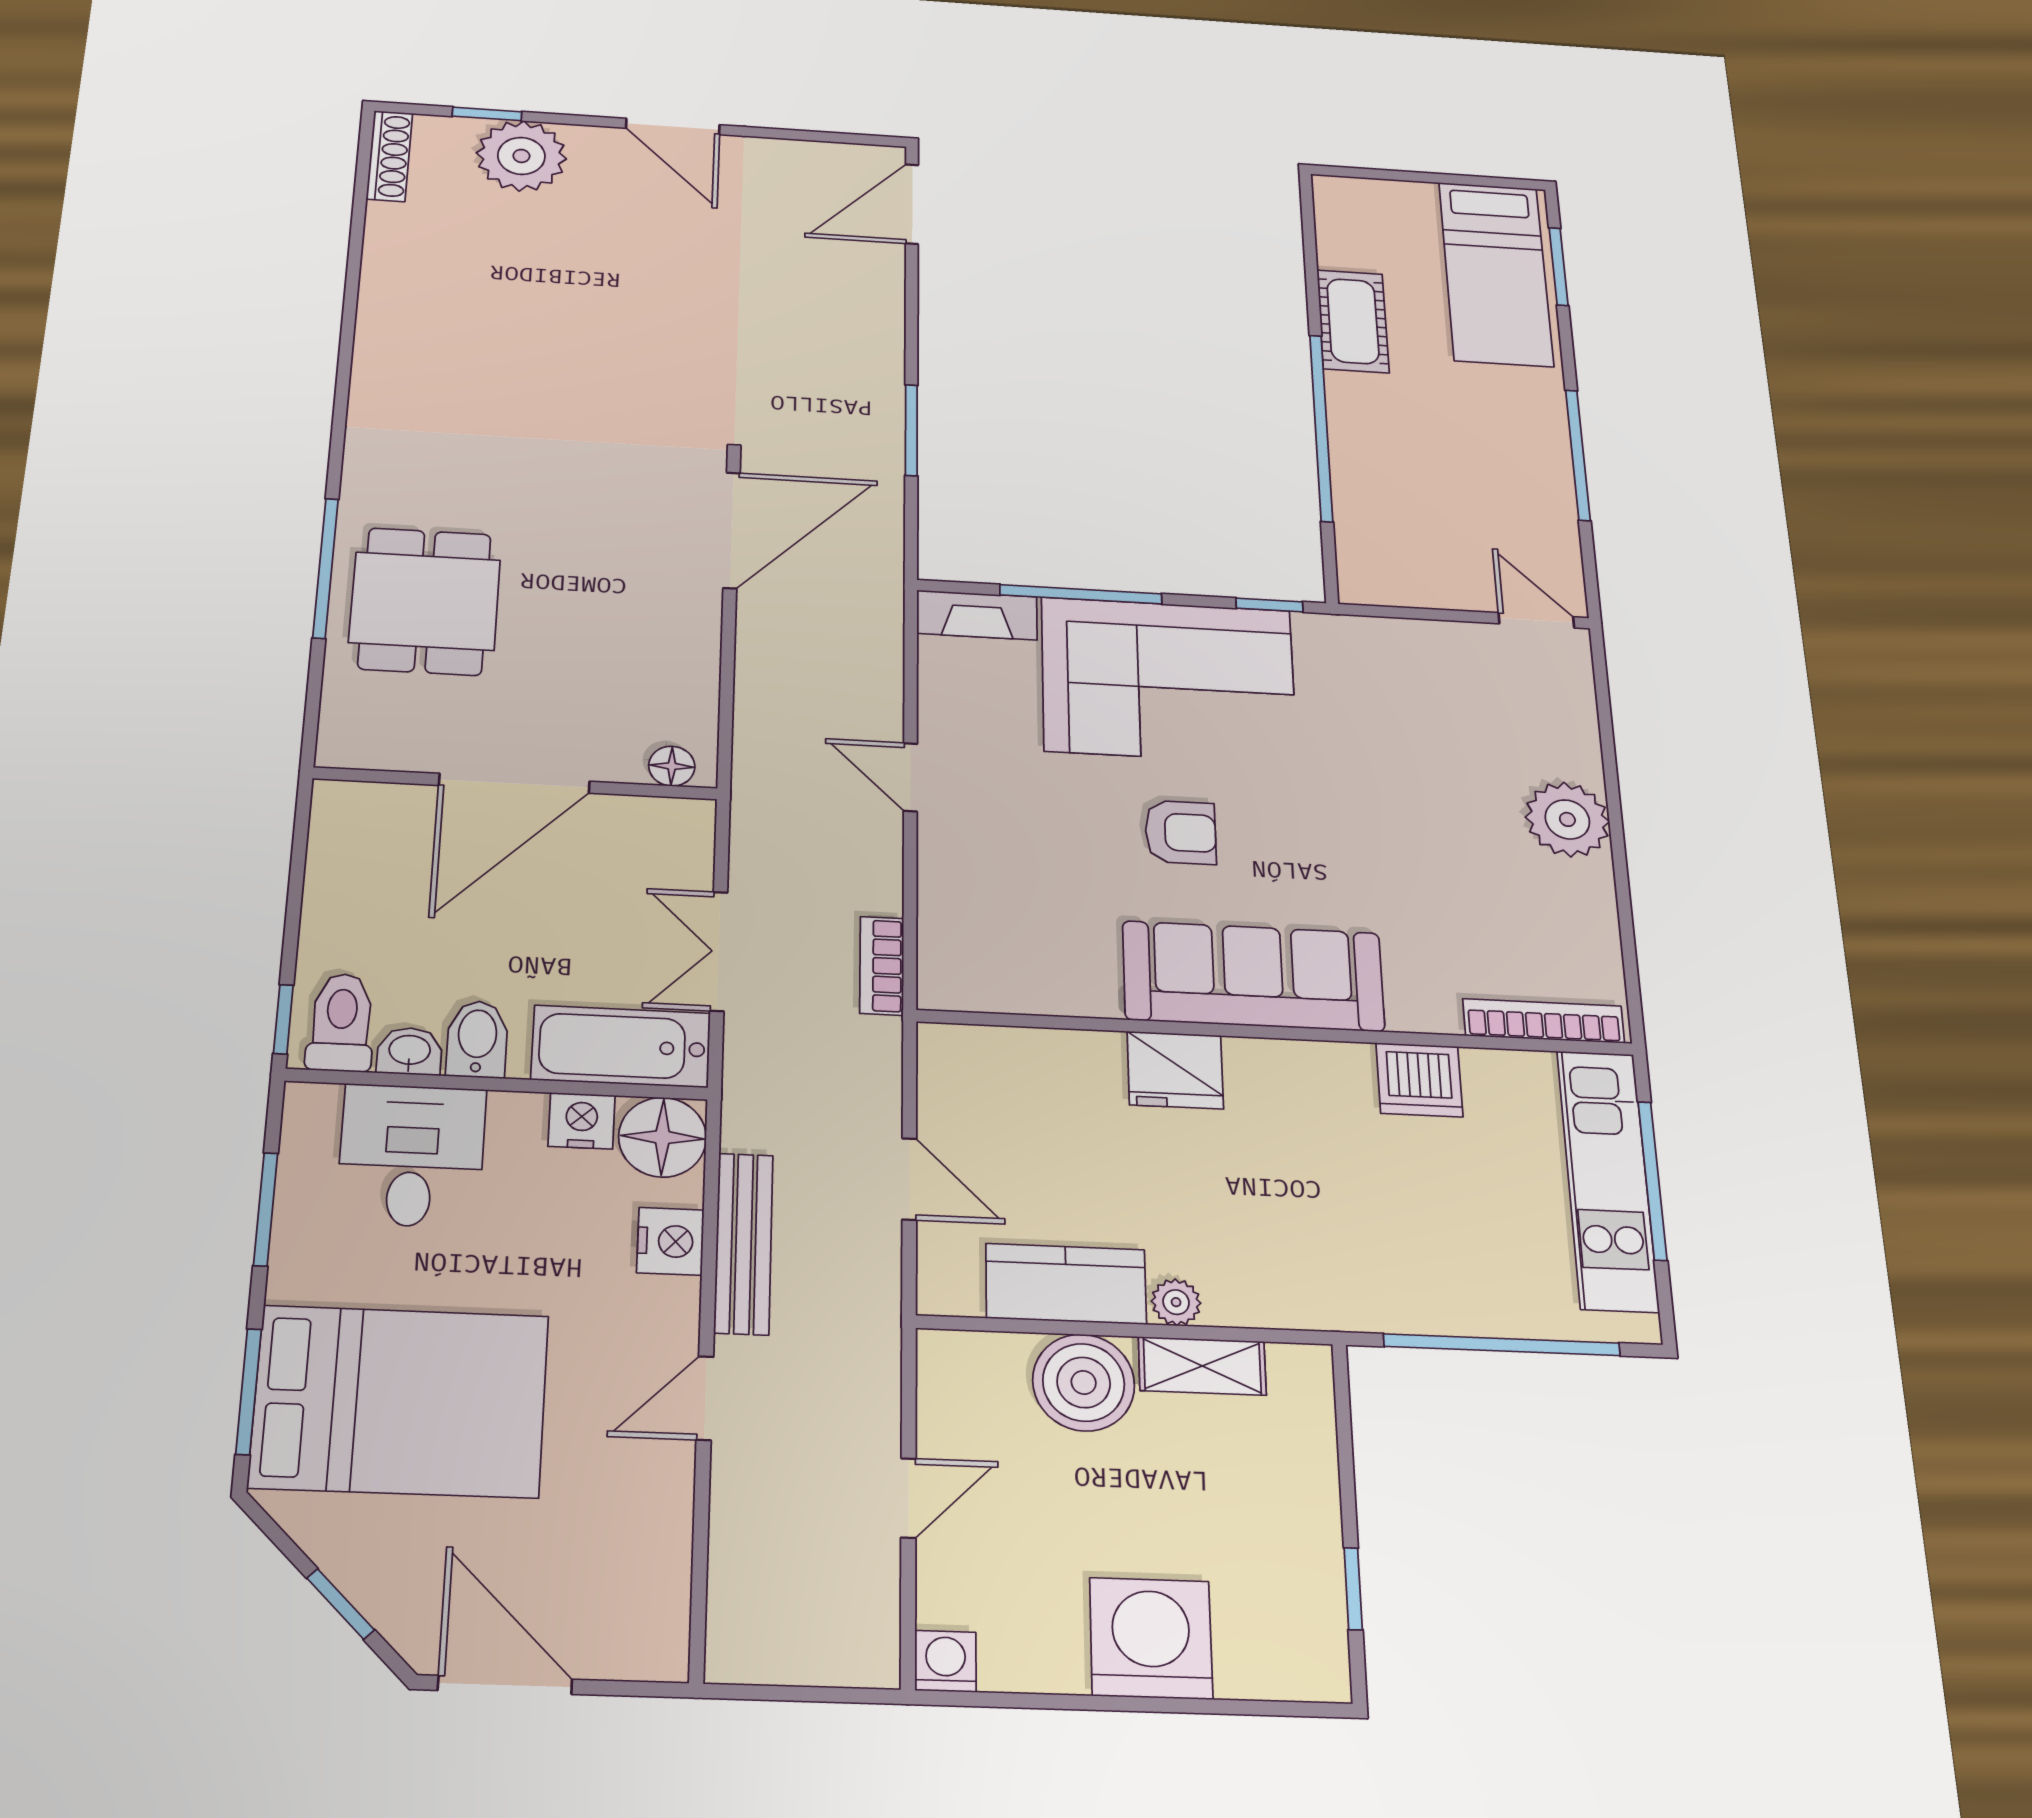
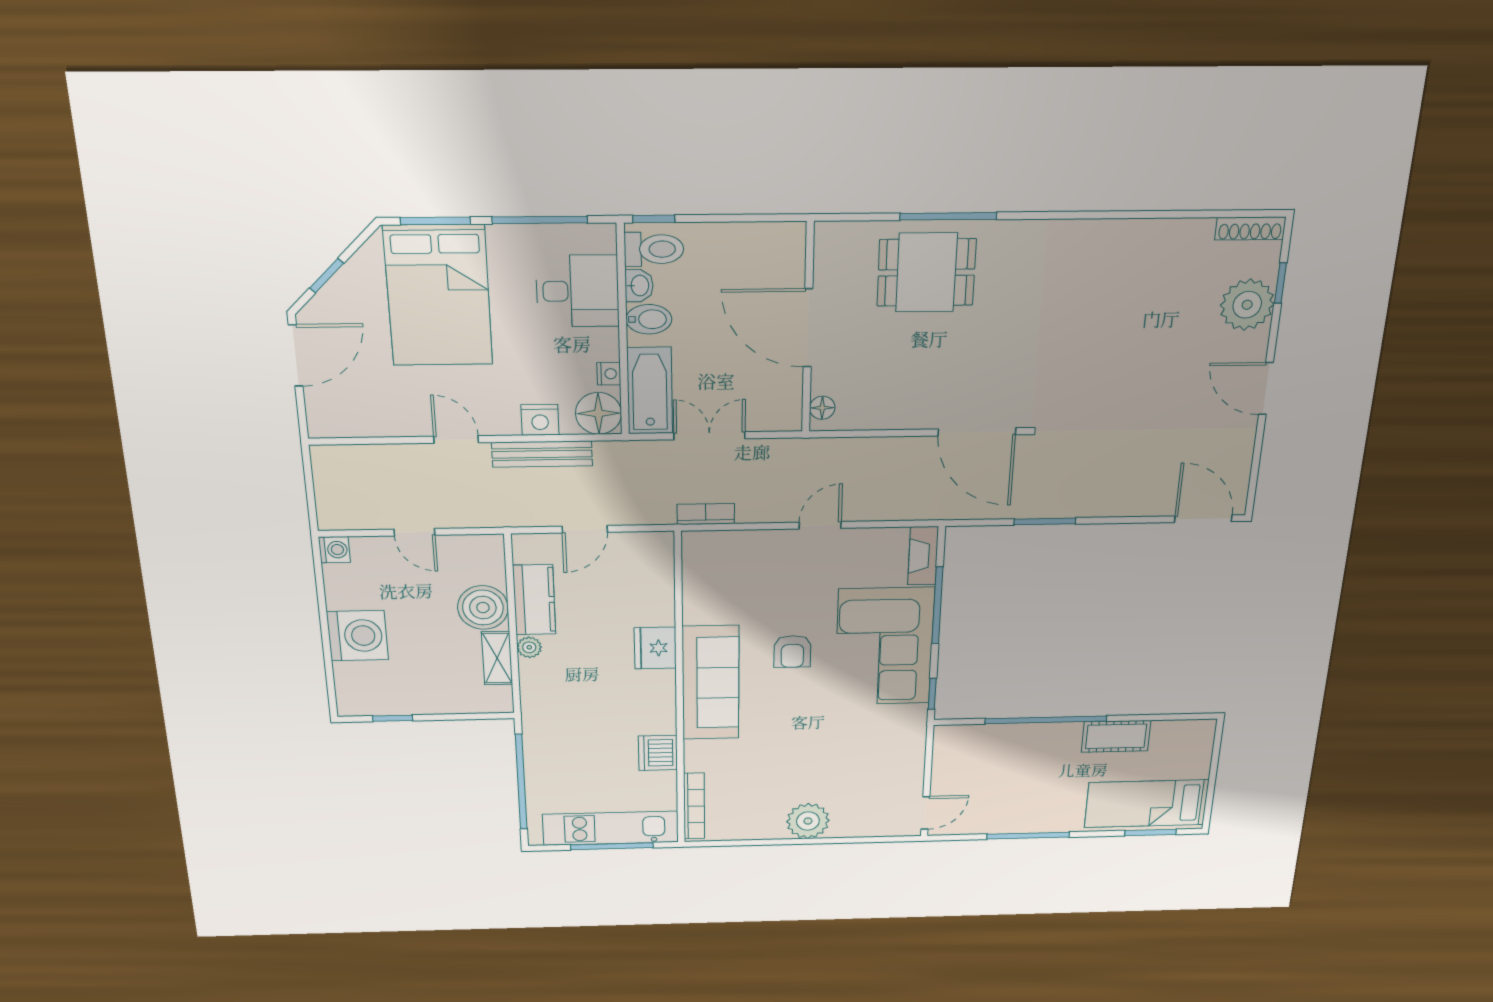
door: (673, 127) -> (1266, 389), hinge flipped
nightstand: (582, 1121) -> (609, 374), width x0.72, depth x0.74
window: (266, 1209) -> (540, 220), width x1.44

